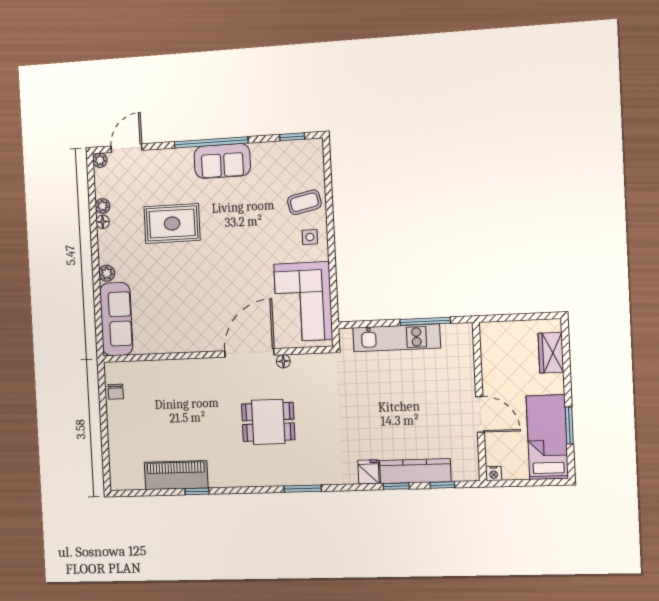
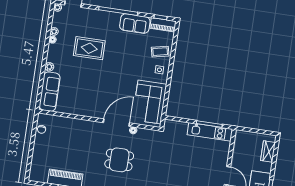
piano: (300, 150) -> (163, 25), added
sofa: (222, 161) -> (135, 24), moved
kitchen unit: (396, 338) -> (210, 132), moved

